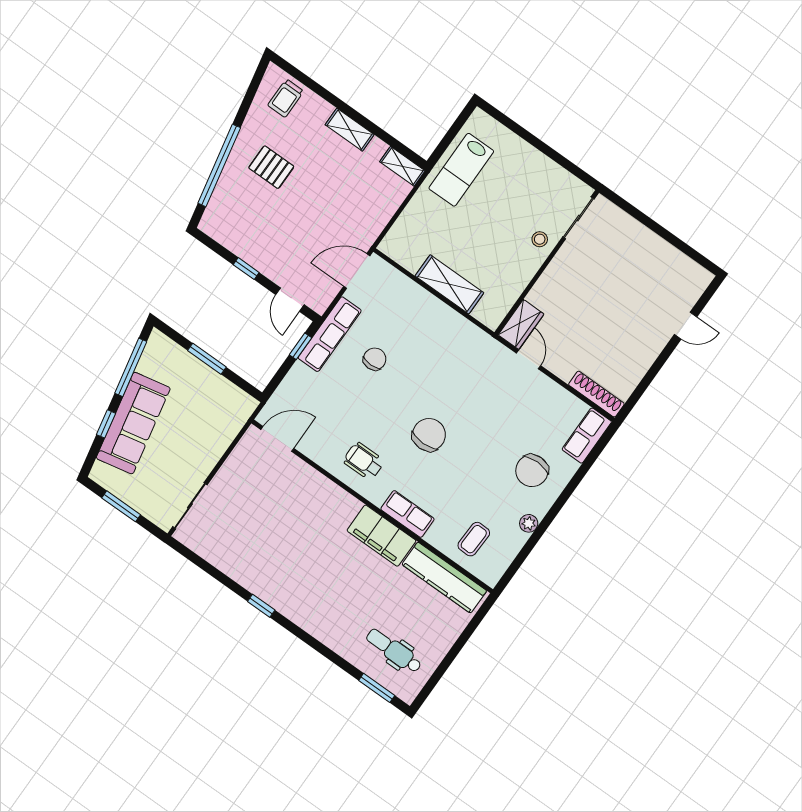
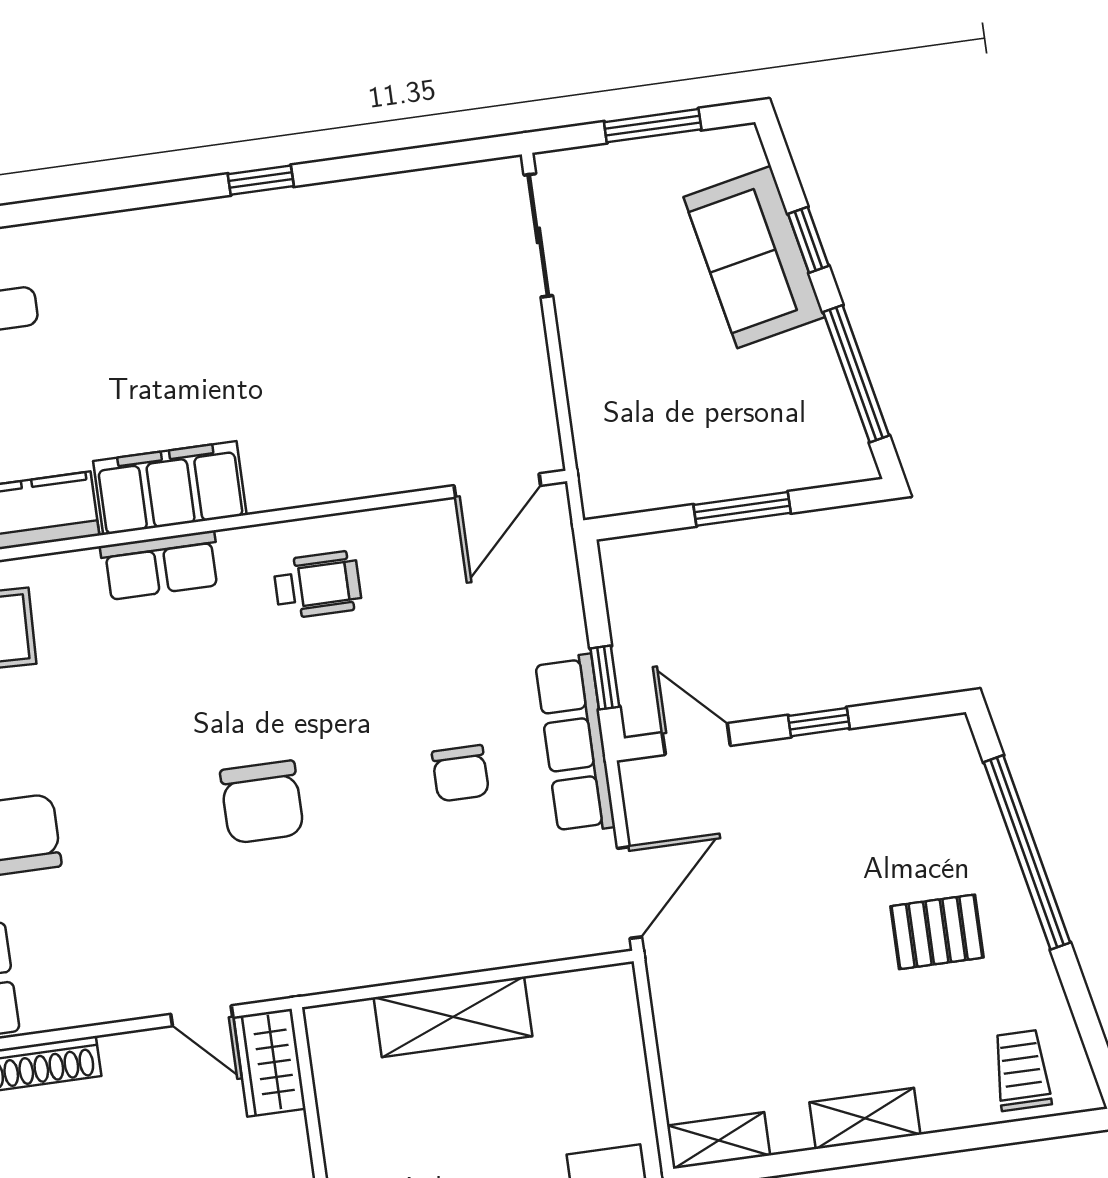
sofa: (133, 423) -> (754, 257), width x0.73
chair: (429, 435) -> (262, 802), moved

